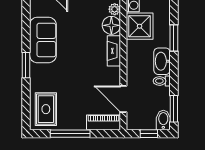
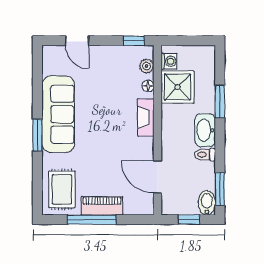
floor lamp: (111, 25) -> (148, 86), width x0.53, depth x0.53
sofa: (43, 40) -> (58, 114), width x1.36
piano: (104, 122) -> (102, 206), moved

